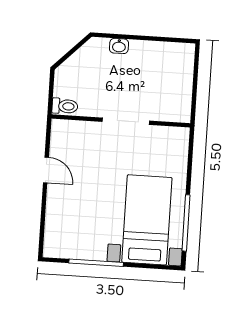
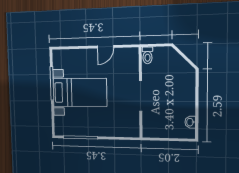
washbasin: (119, 46) -> (190, 122), moved
bed with nightstands: (147, 220) -> (80, 92), moved

